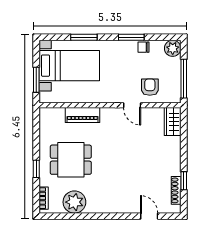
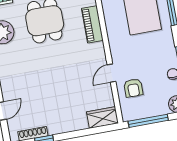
armchair: (150, 87) -> (133, 88), turned 90

